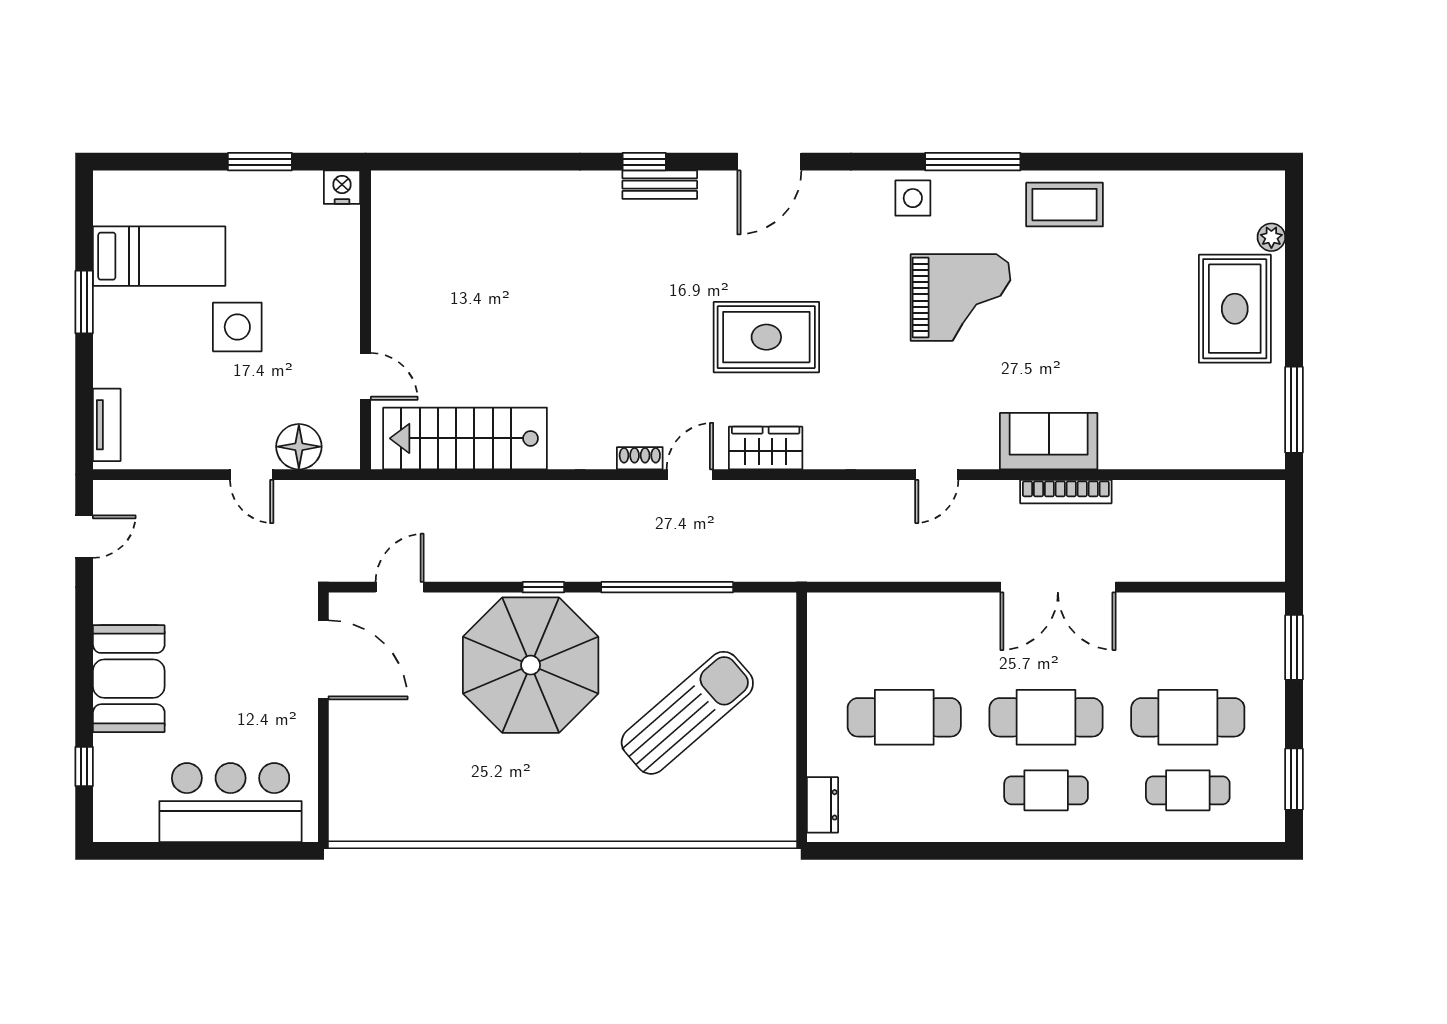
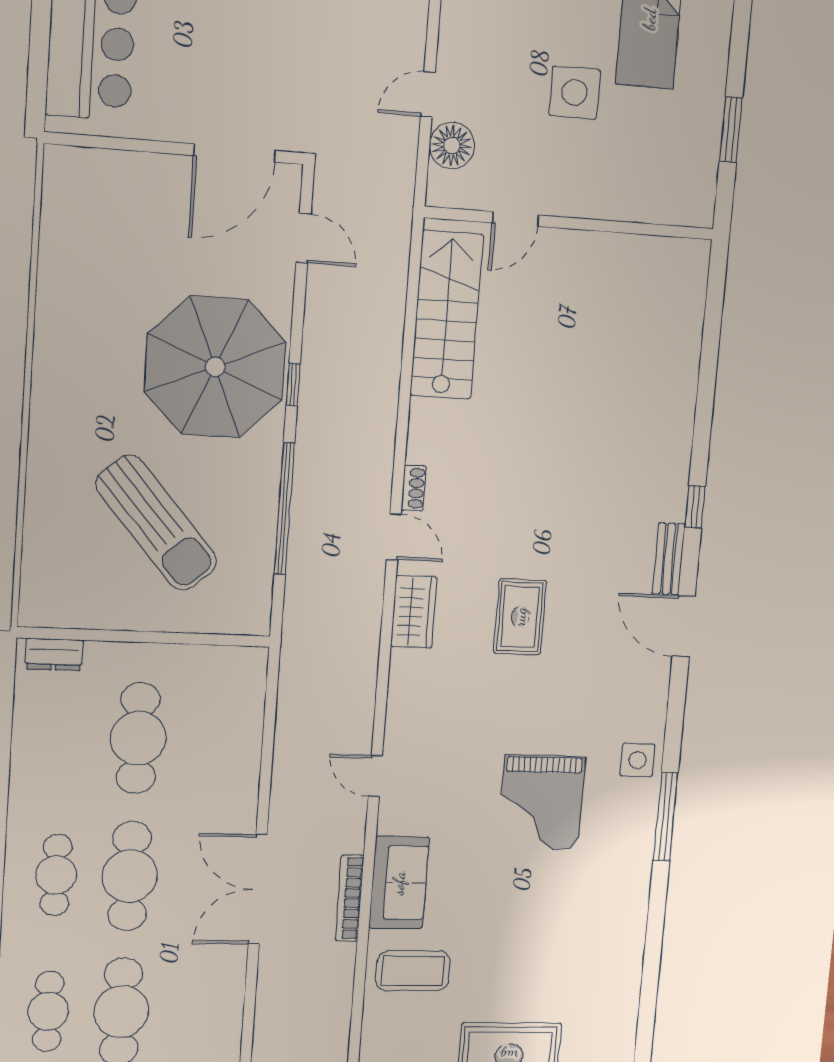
bench: (660, 185) -> (669, 559), moved
nightstand: (342, 187) -> (699, 210), removed
coffee table: (1065, 205) -> (413, 971), moved, turned 90
rug: (766, 337) -> (520, 617), width x0.73, depth x0.70

